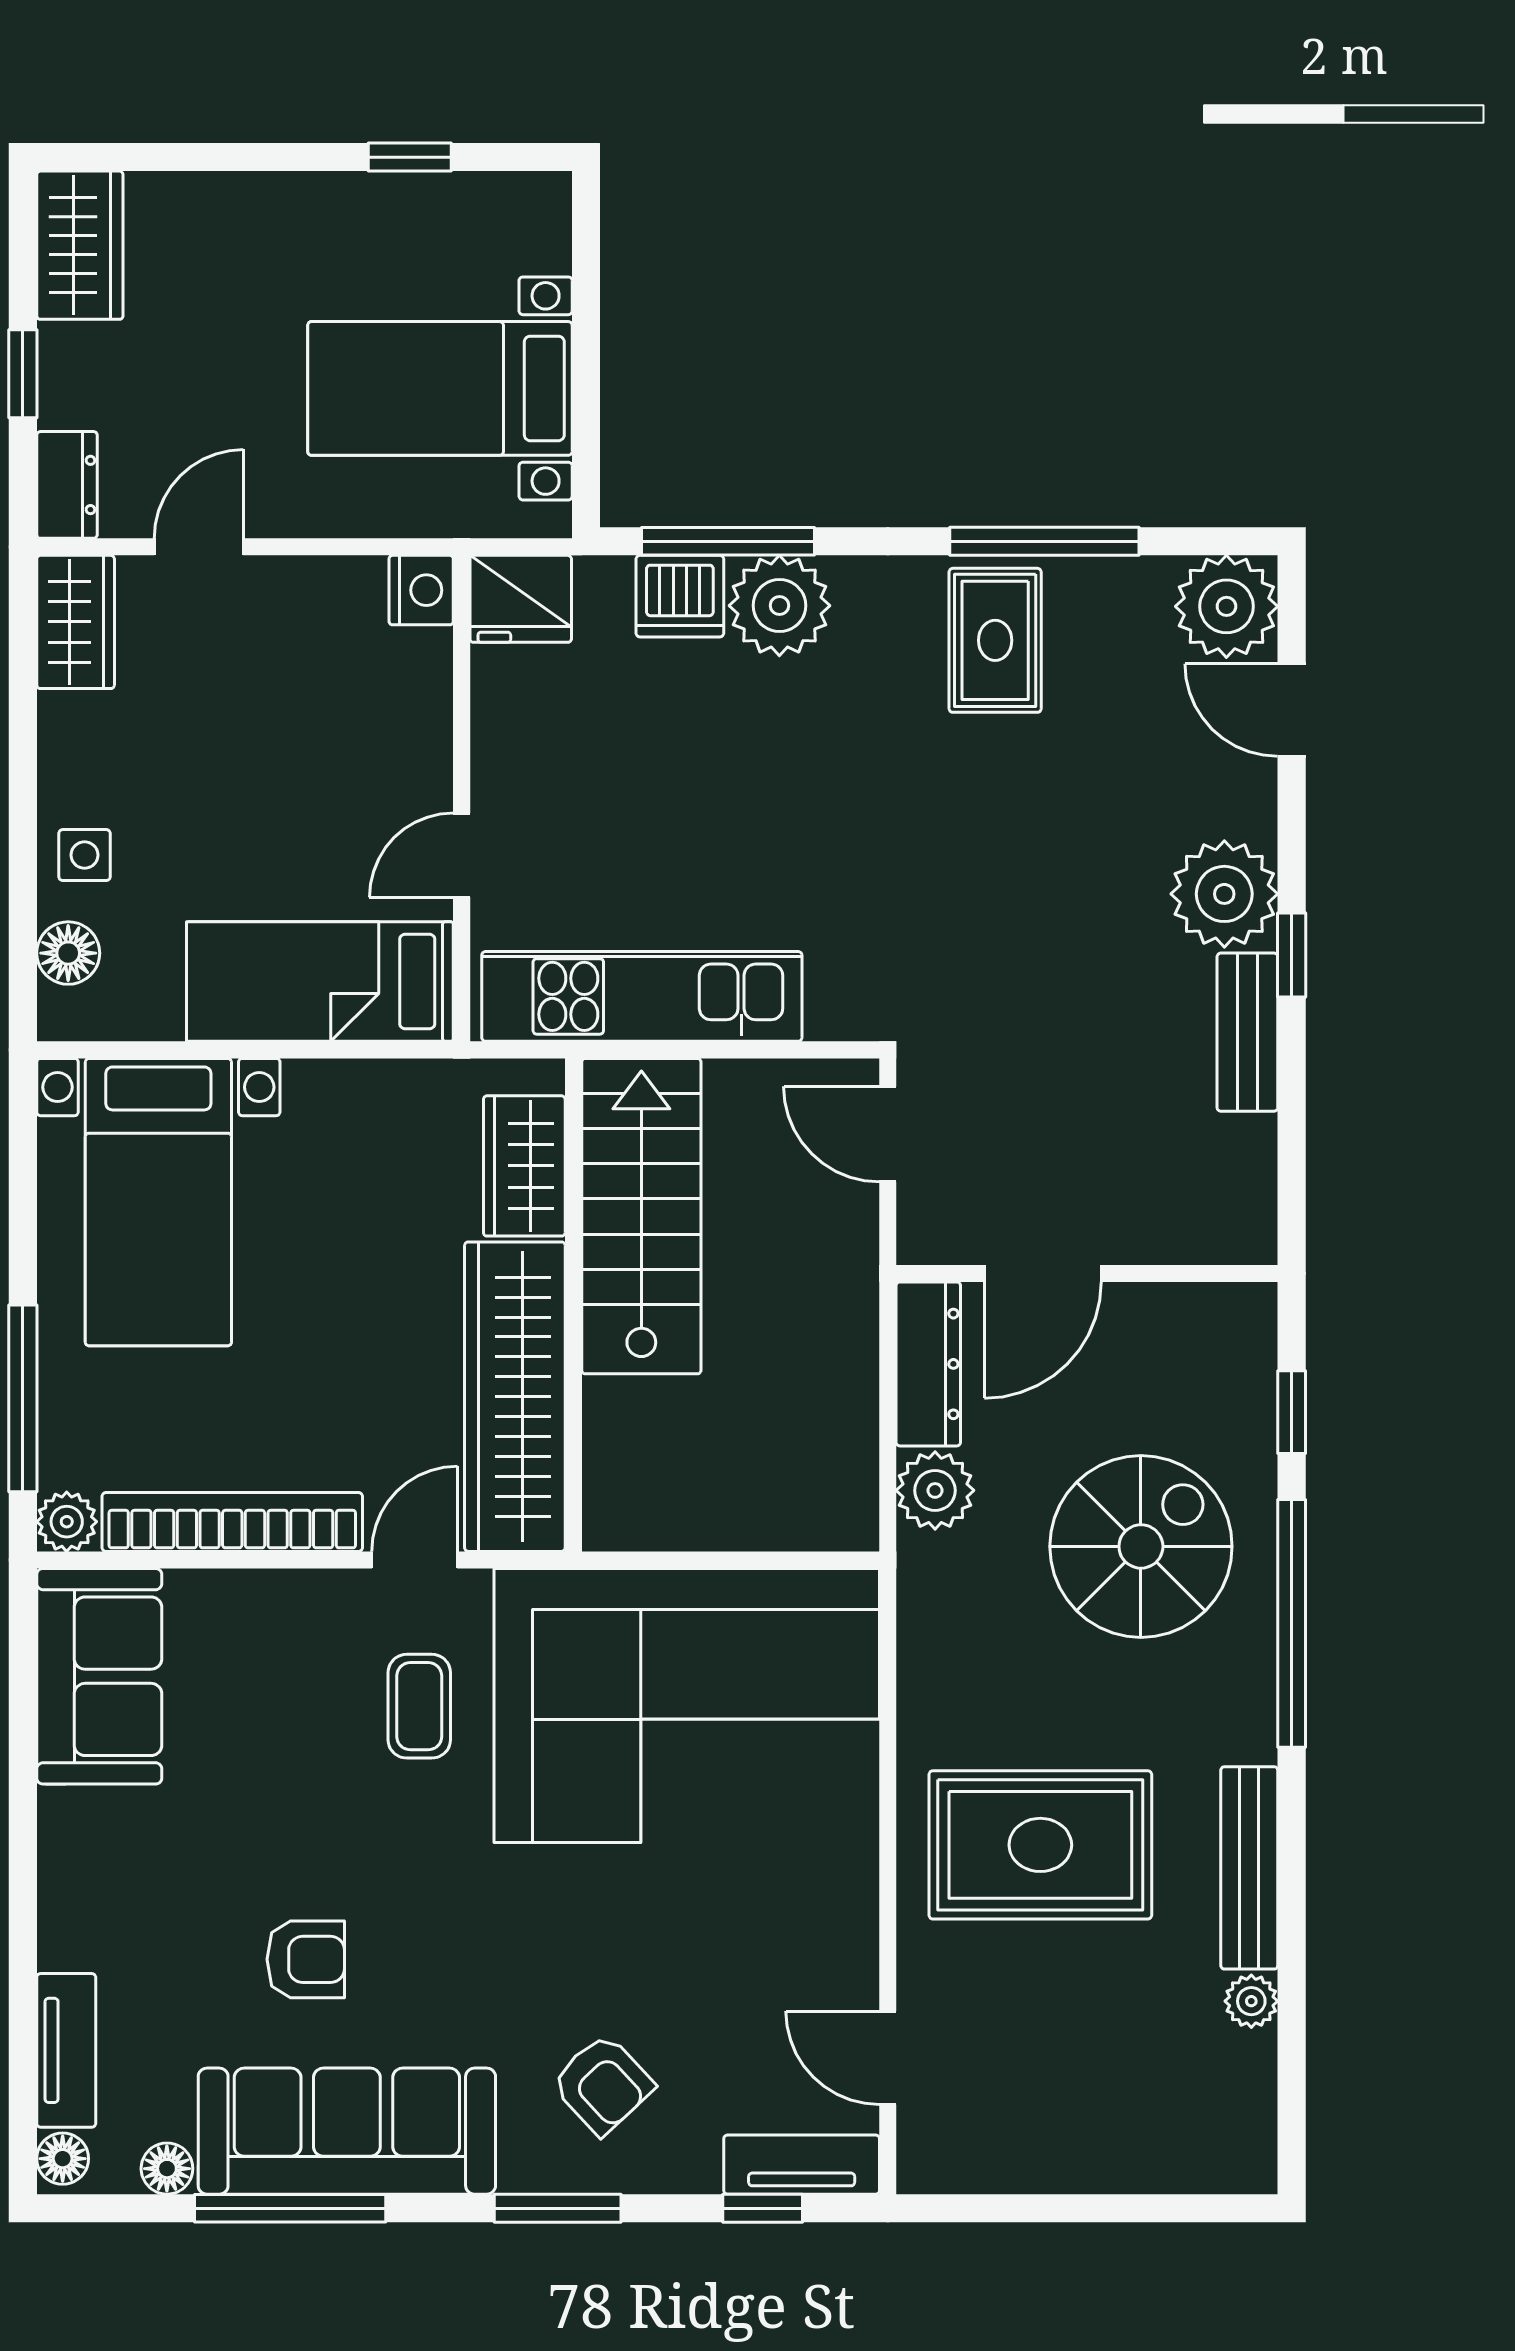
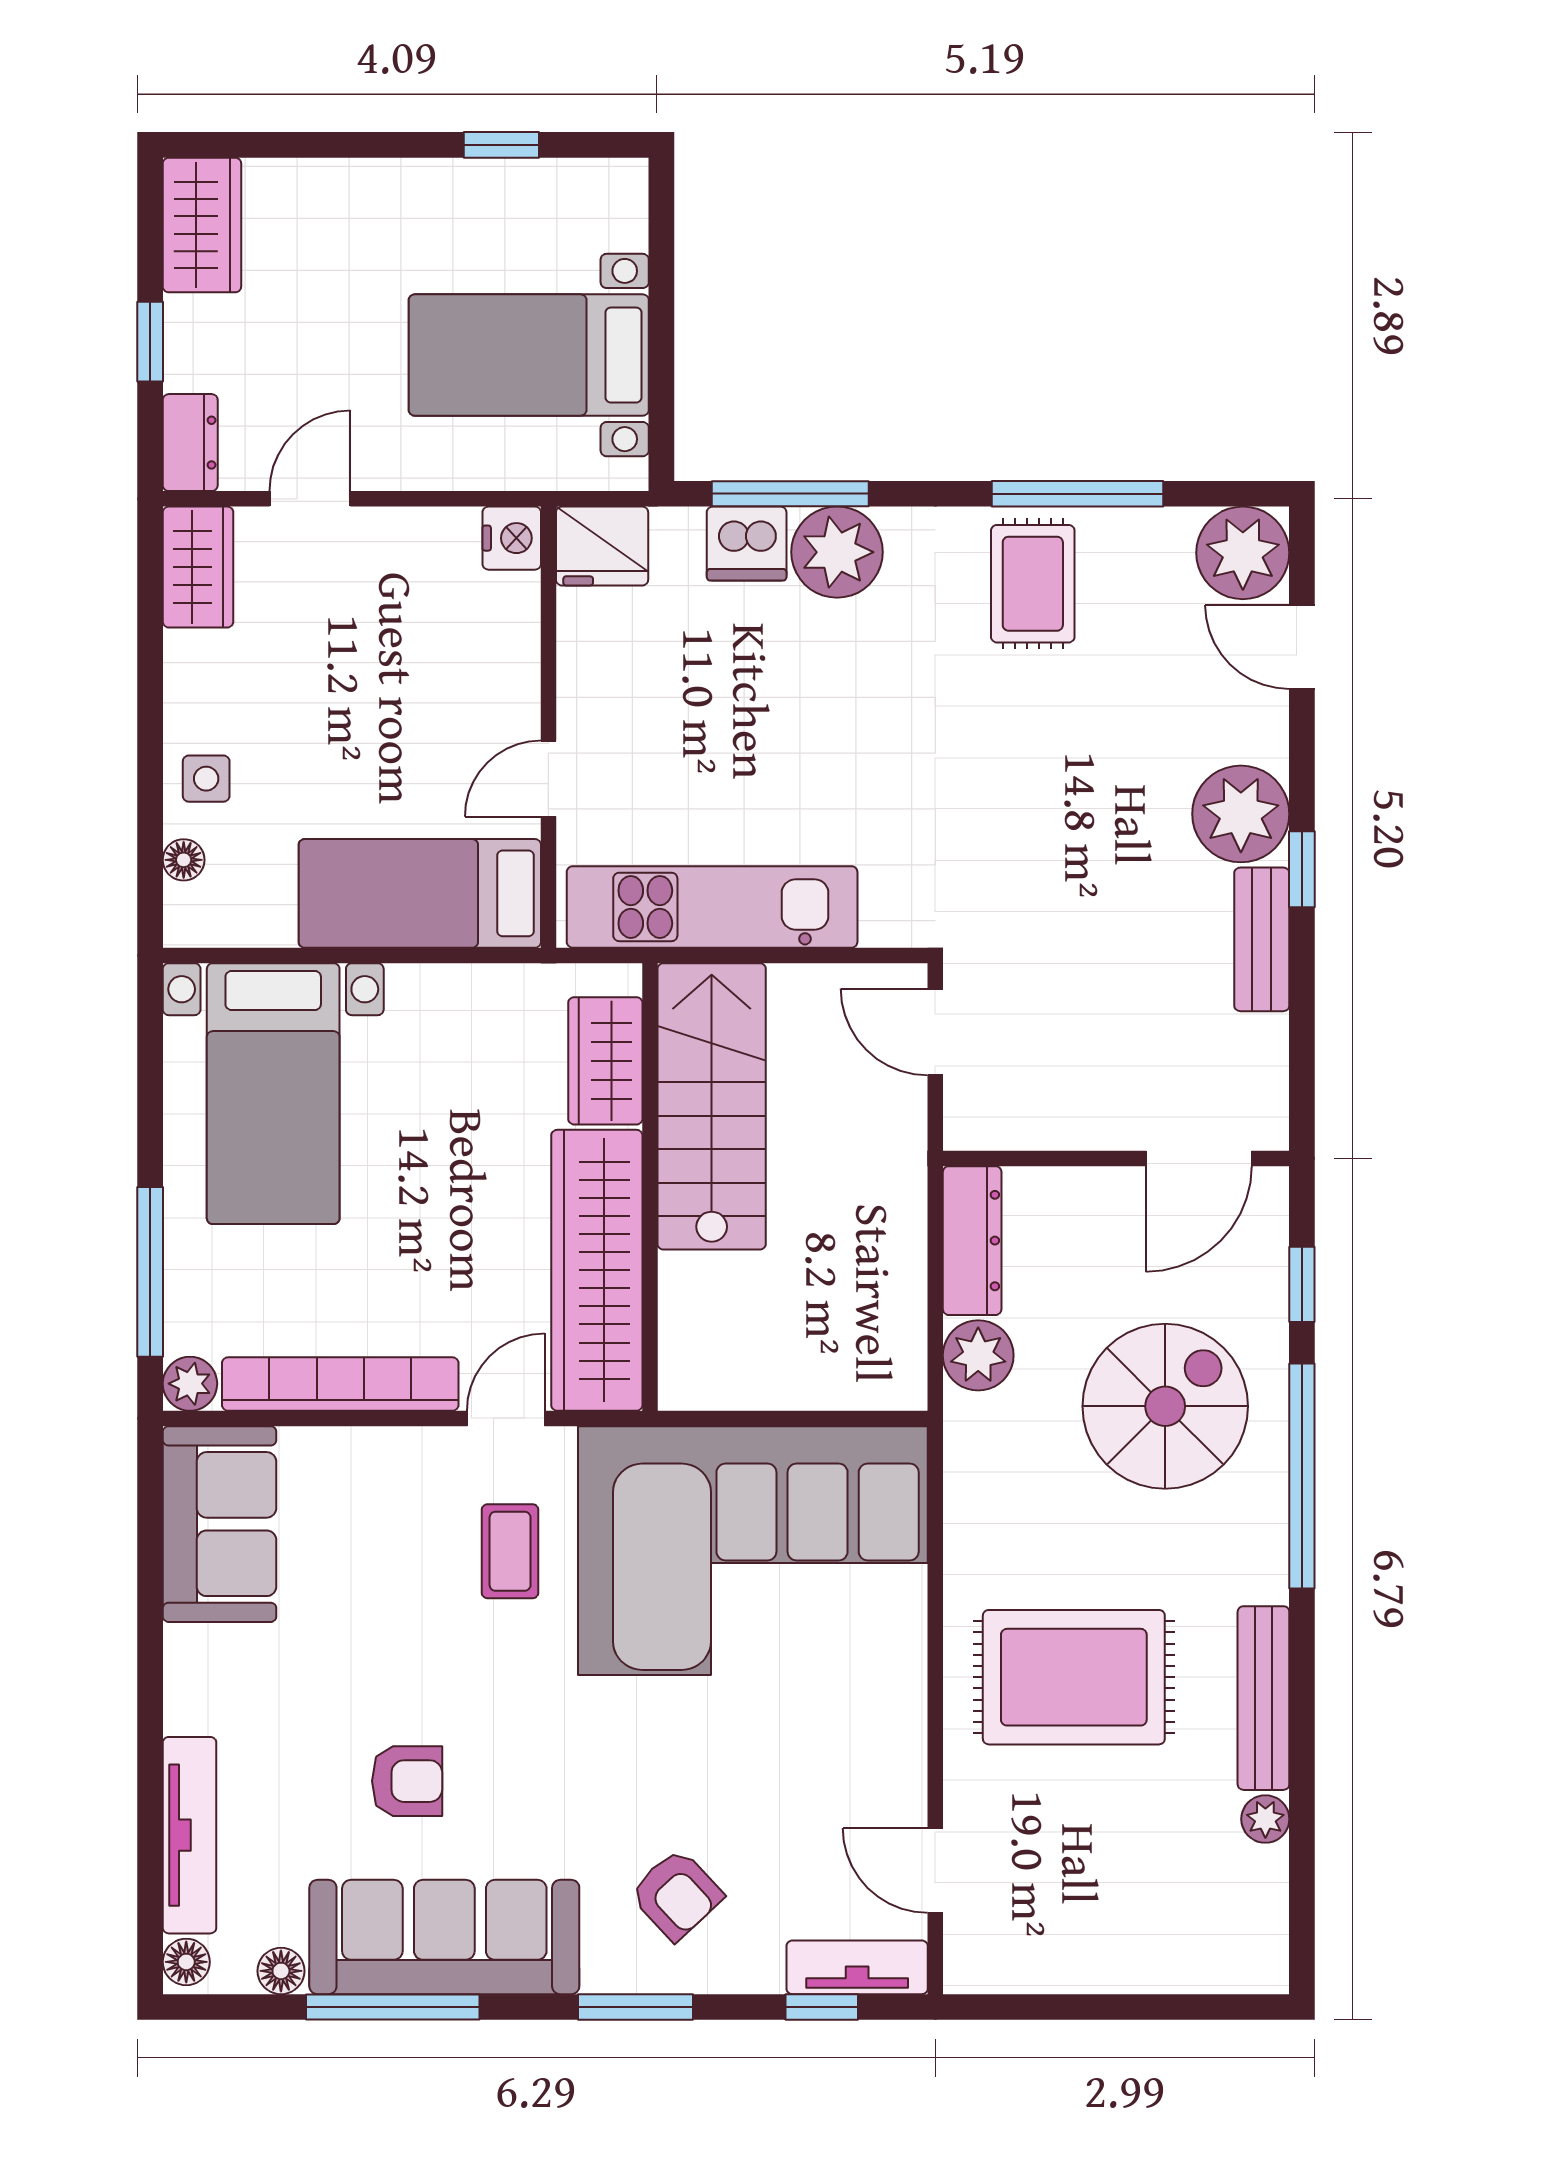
floor lamp: (68, 953) -> (184, 860), width x0.73, depth x0.73
door: (1043, 1273) -> (1199, 1158), moved
tv unit: (66, 2050) -> (190, 1835), width x1.41

